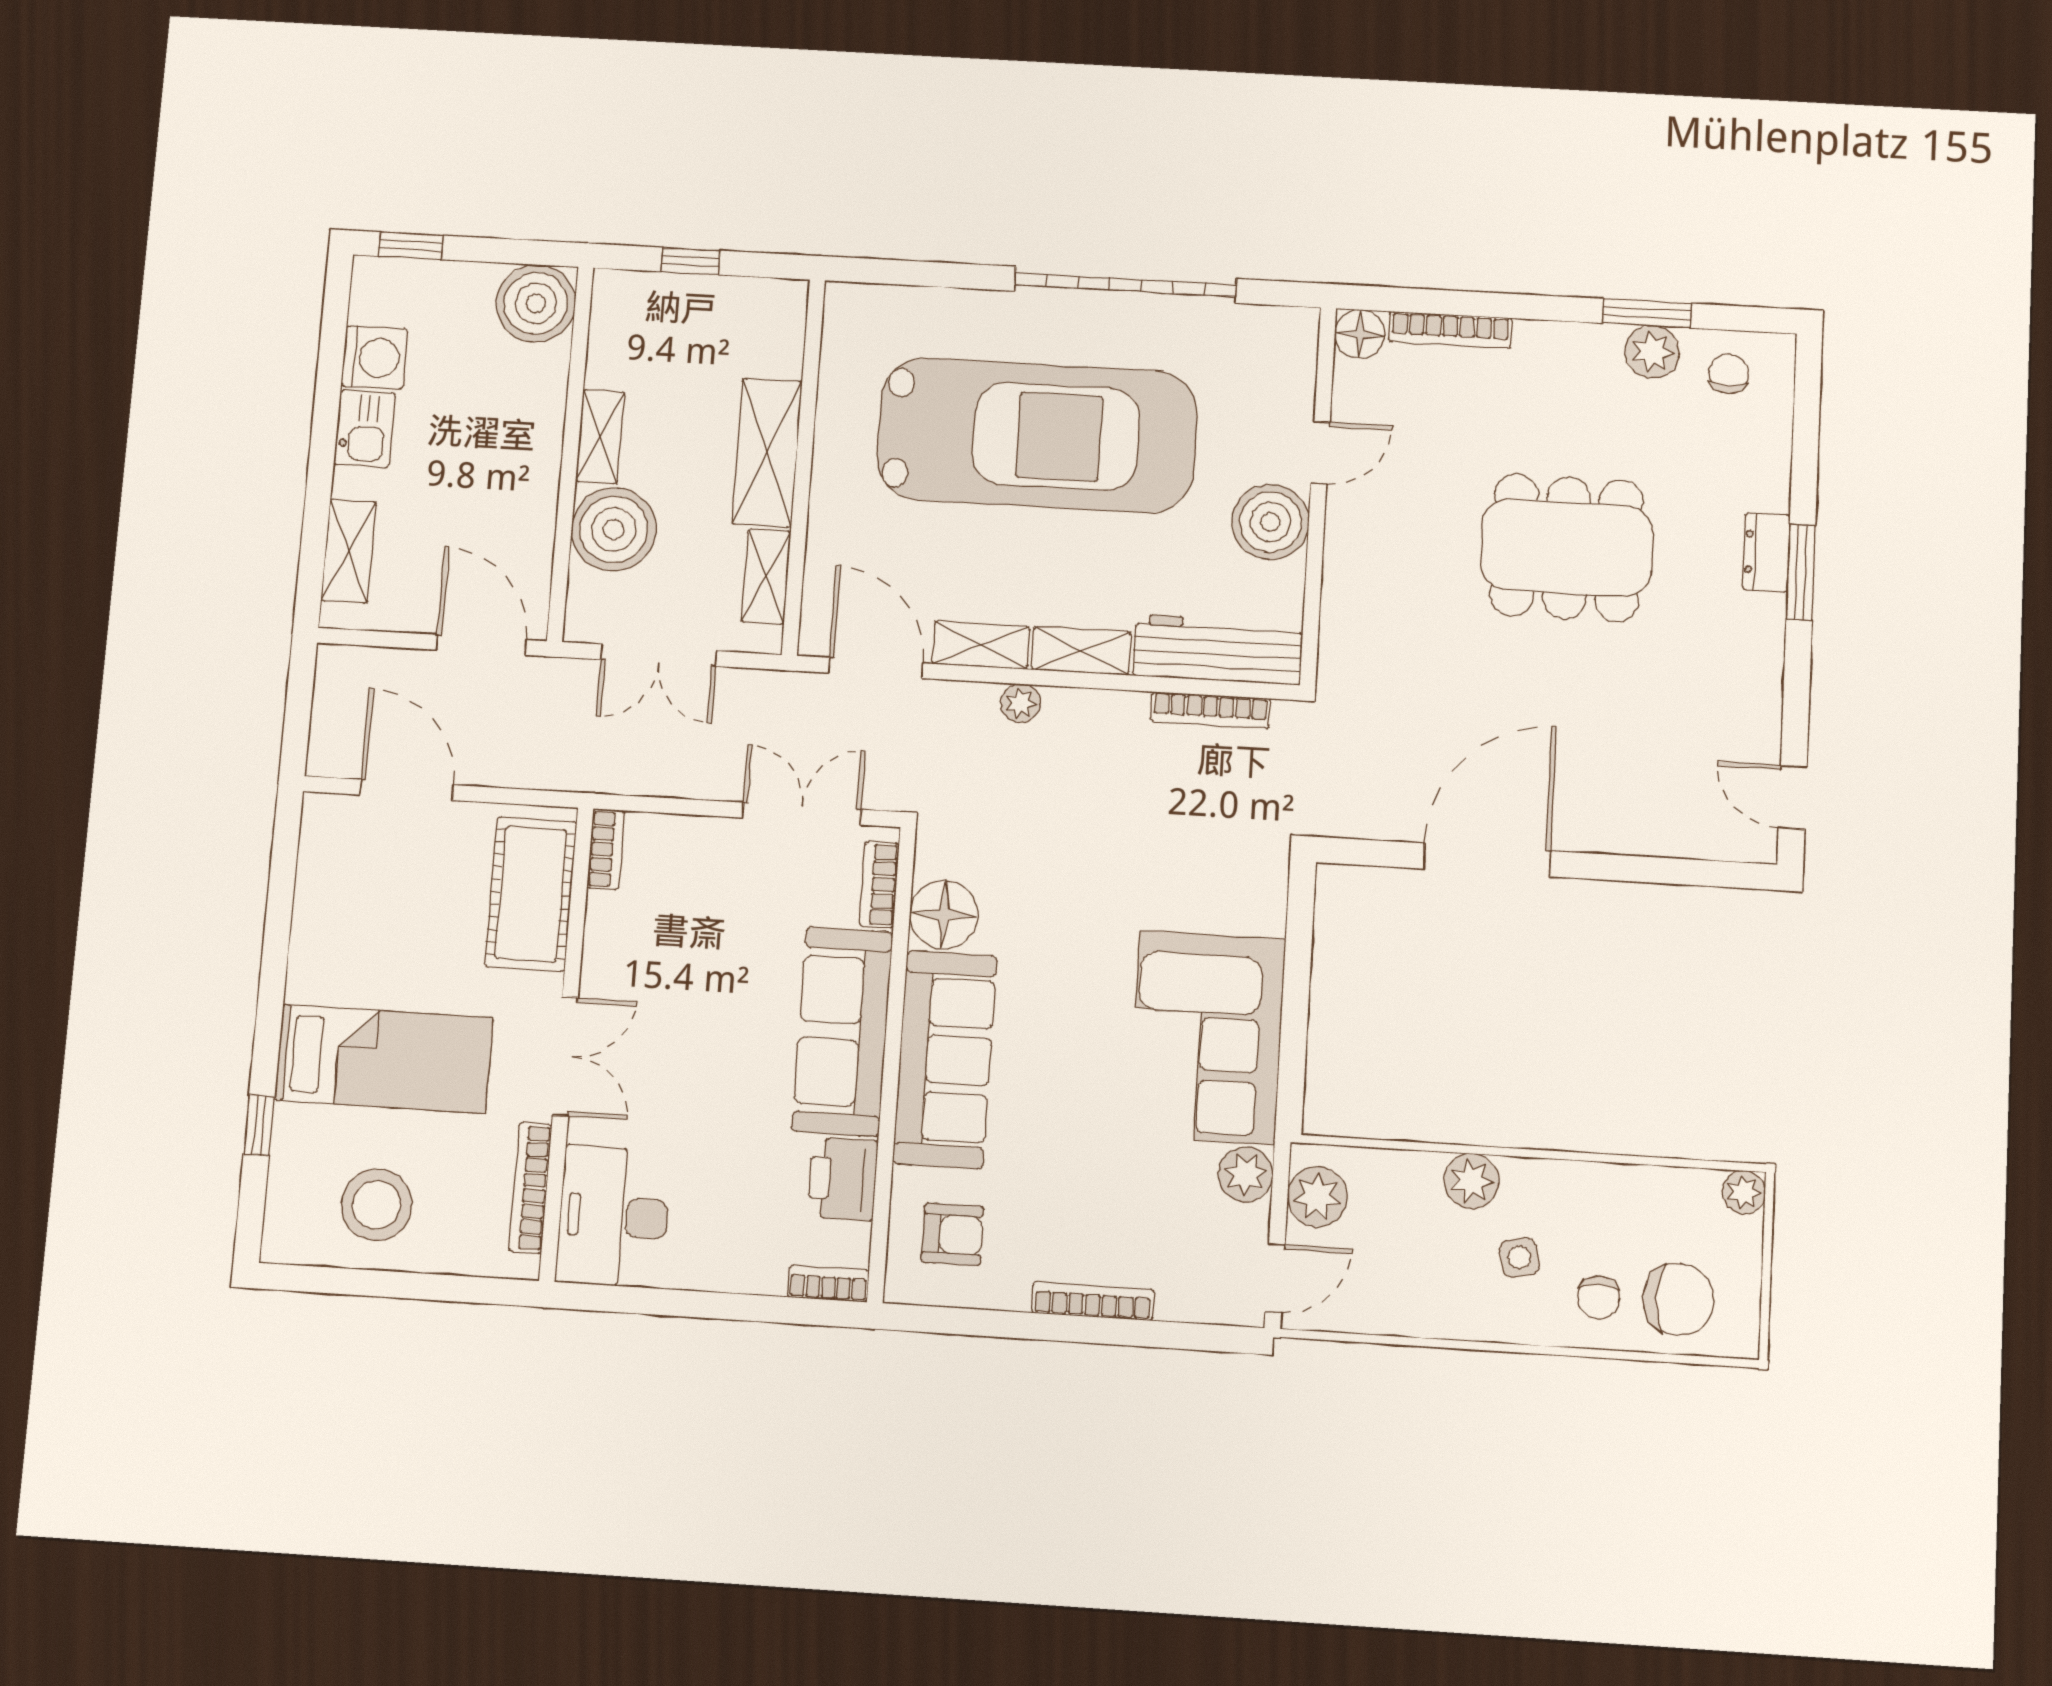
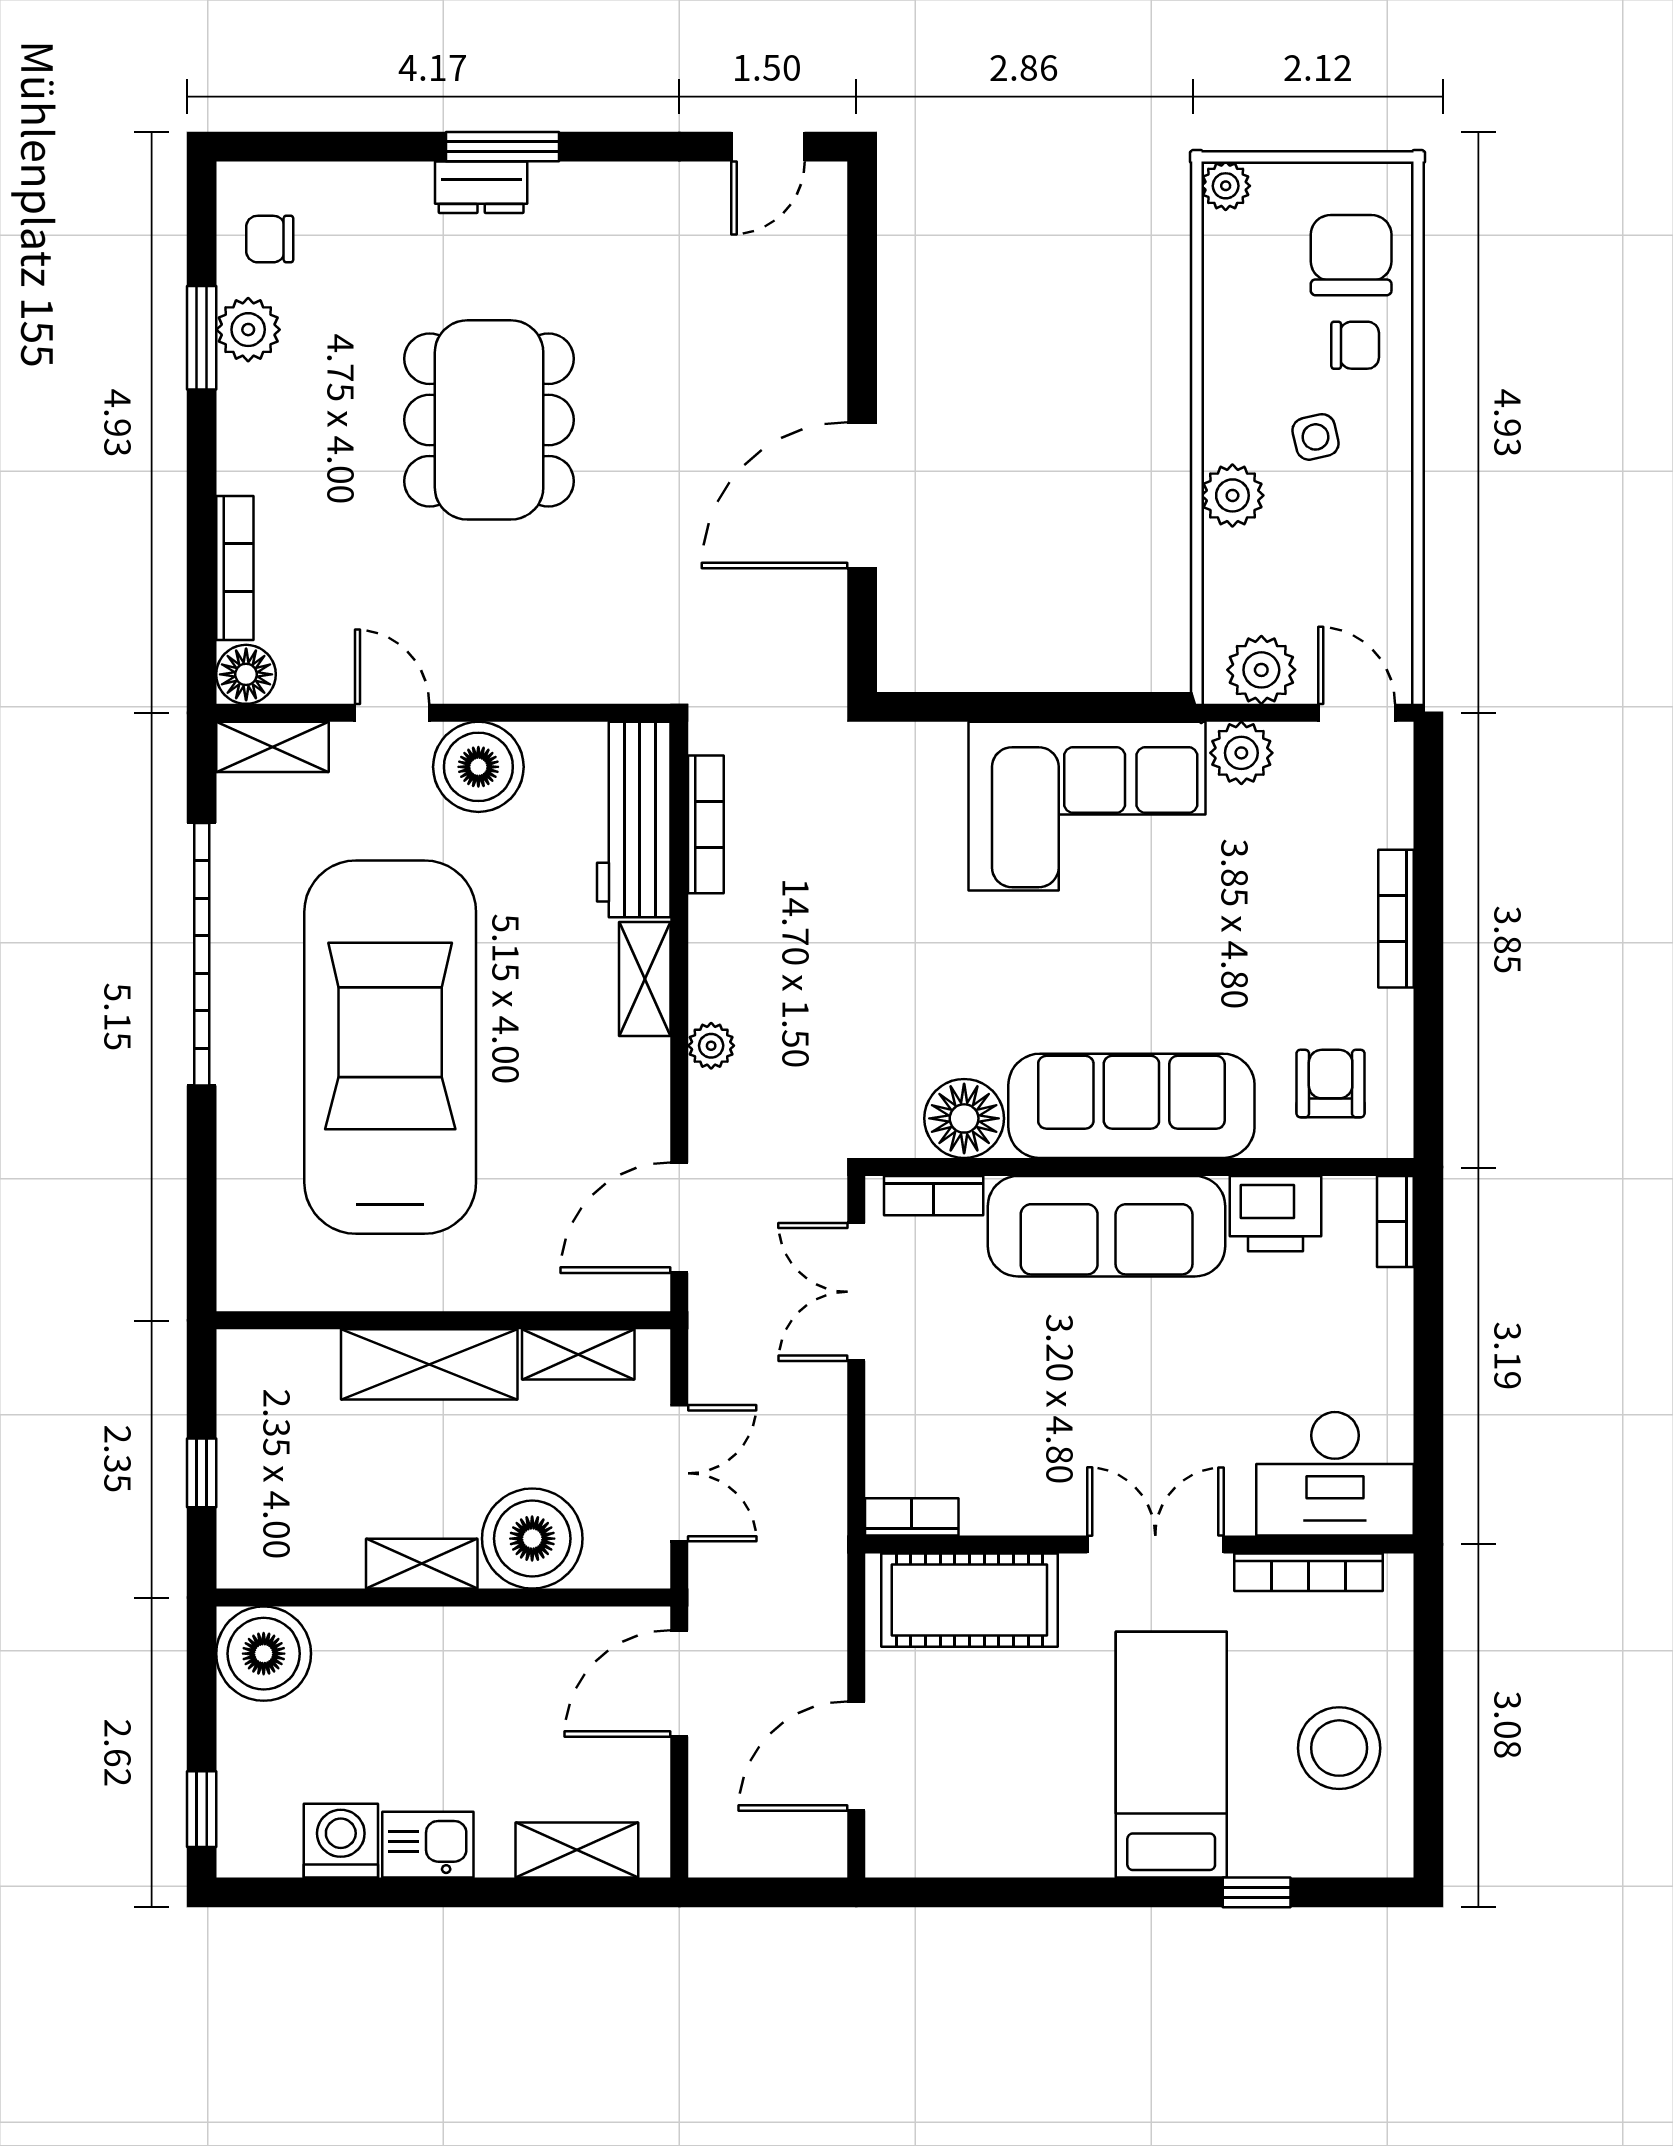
shelving: (981, 645) -> (273, 747), moved, turned 90
door: (1487, 860) -> (862, 495), hinge flipped

